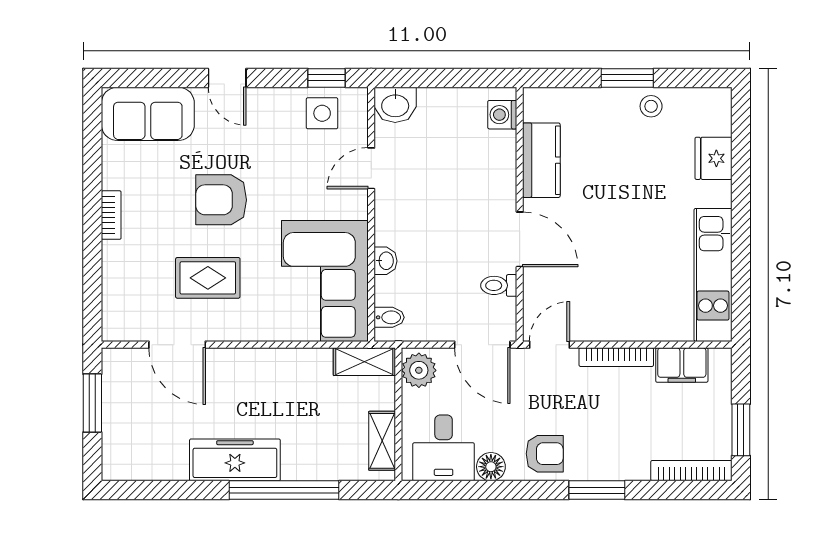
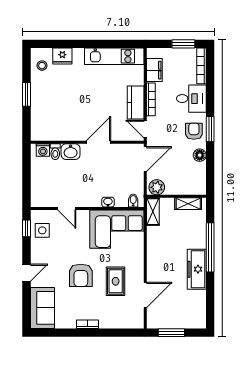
washbasin: (395, 105) -> (71, 152), moved, turned 90
stool: (651, 106) -> (42, 66), moved
kitchen counter: (541, 160) -> (136, 102), moved, turned -90
toilet: (499, 285) -> (55, 152), moved
desk: (444, 448) -> (191, 99), moved
window: (597, 490) -> (210, 129), moved

